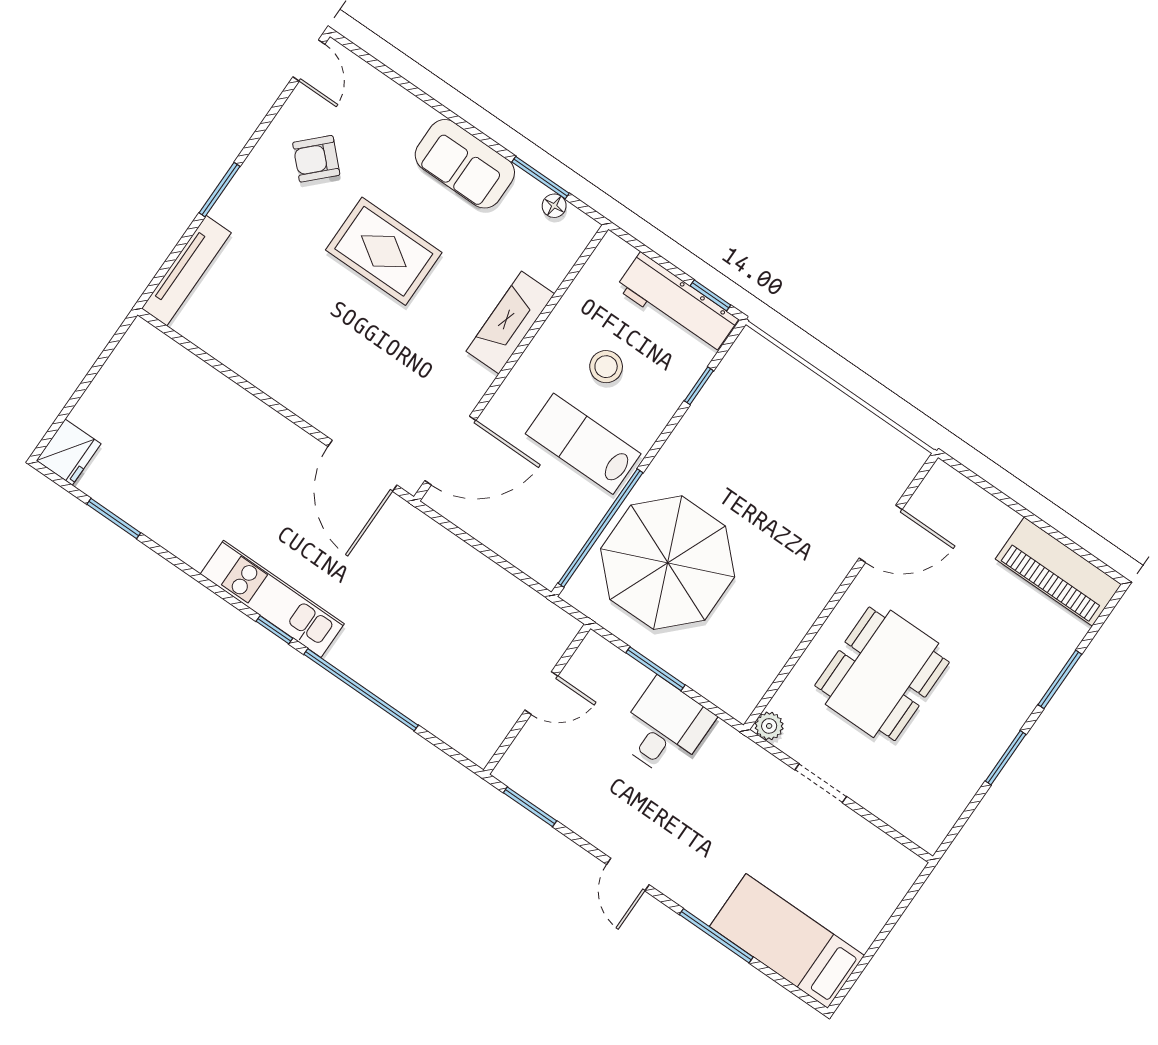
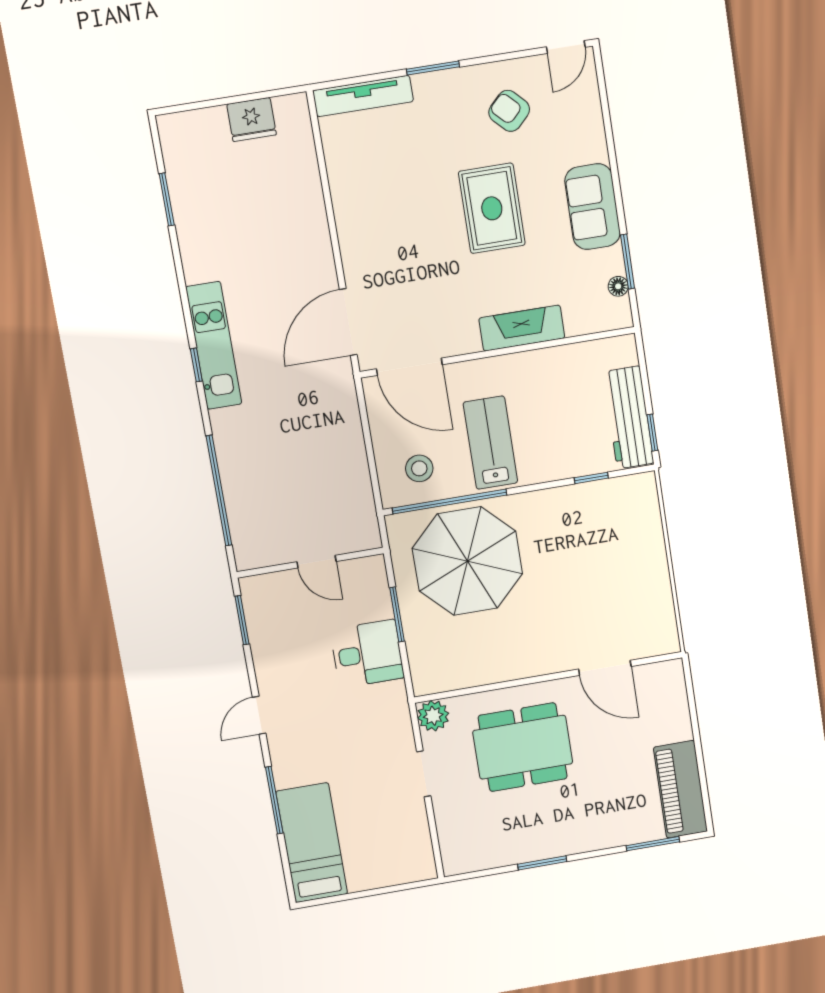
stool: (606, 367) -> (419, 468), moved
fridge: (69, 452) -> (252, 119), moved
window: (1060, 679) -> (653, 844), moved
window: (361, 690) -> (219, 491), moved
plant: (769, 726) -> (433, 716), width x1.38, depth x1.38

